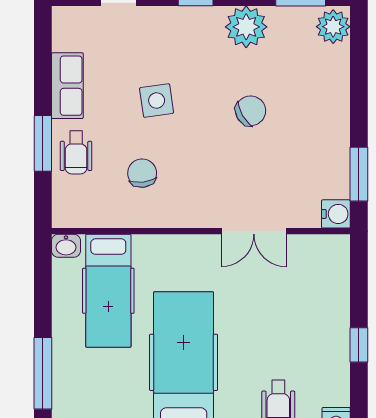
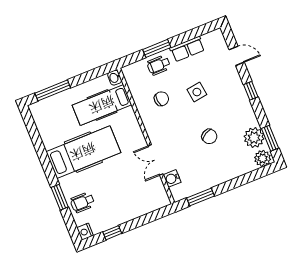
plant: (246, 27) -> (254, 138), moved
water cooler: (336, 214) -> (172, 178), moved, turned 90
window: (359, 345) -> (112, 233), moved

